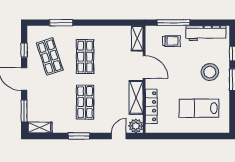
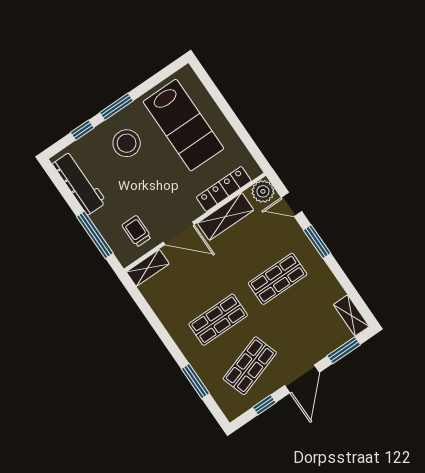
trolley: (171, 41) -> (137, 231), moved
door: (144, 67) -> (179, 233), swing flipped
lab bench: (199, 108) -> (183, 125), width x1.36, depth x1.39
window: (79, 136) -> (317, 242), moved

